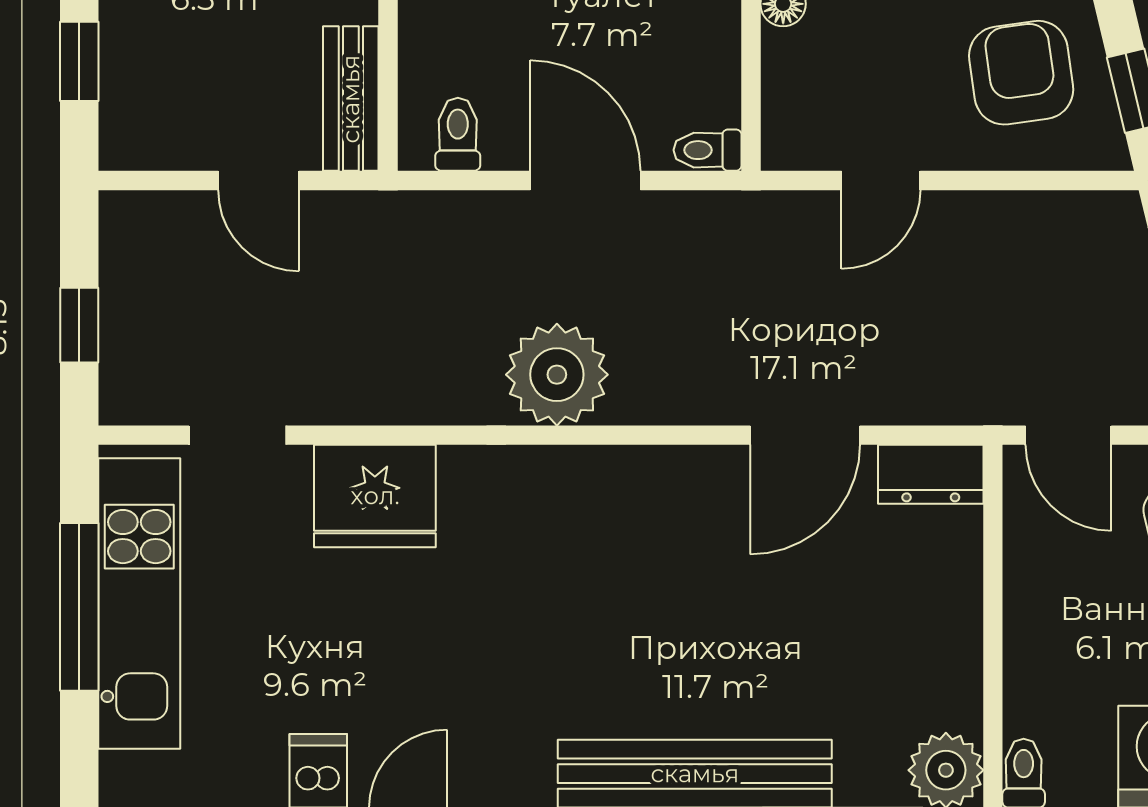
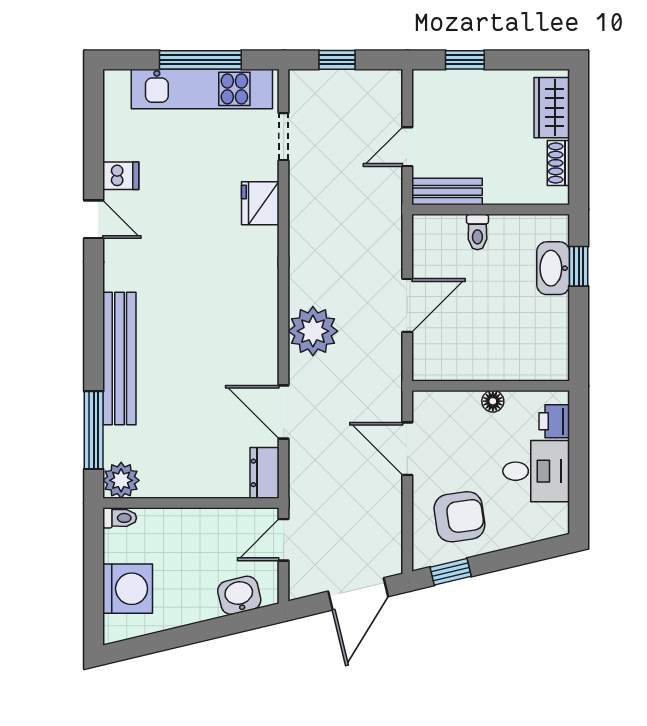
toilet: (458, 134) -> (477, 232), moved, turned 90
toilet: (708, 150) -> (422, 365), removed
door: (881, 180) -> (407, 449), width x1.38
plant: (557, 375) -> (313, 331), moved
fridge: (375, 496) -> (260, 203), width x0.73, depth x0.75

